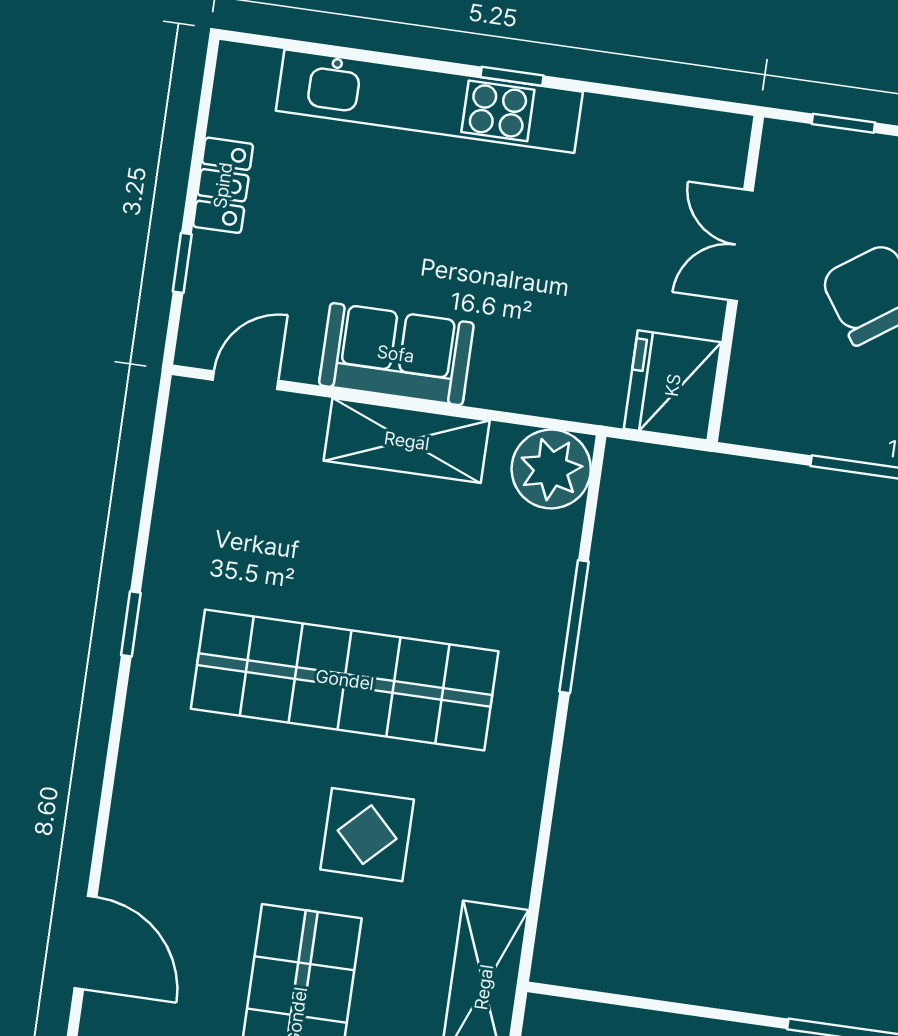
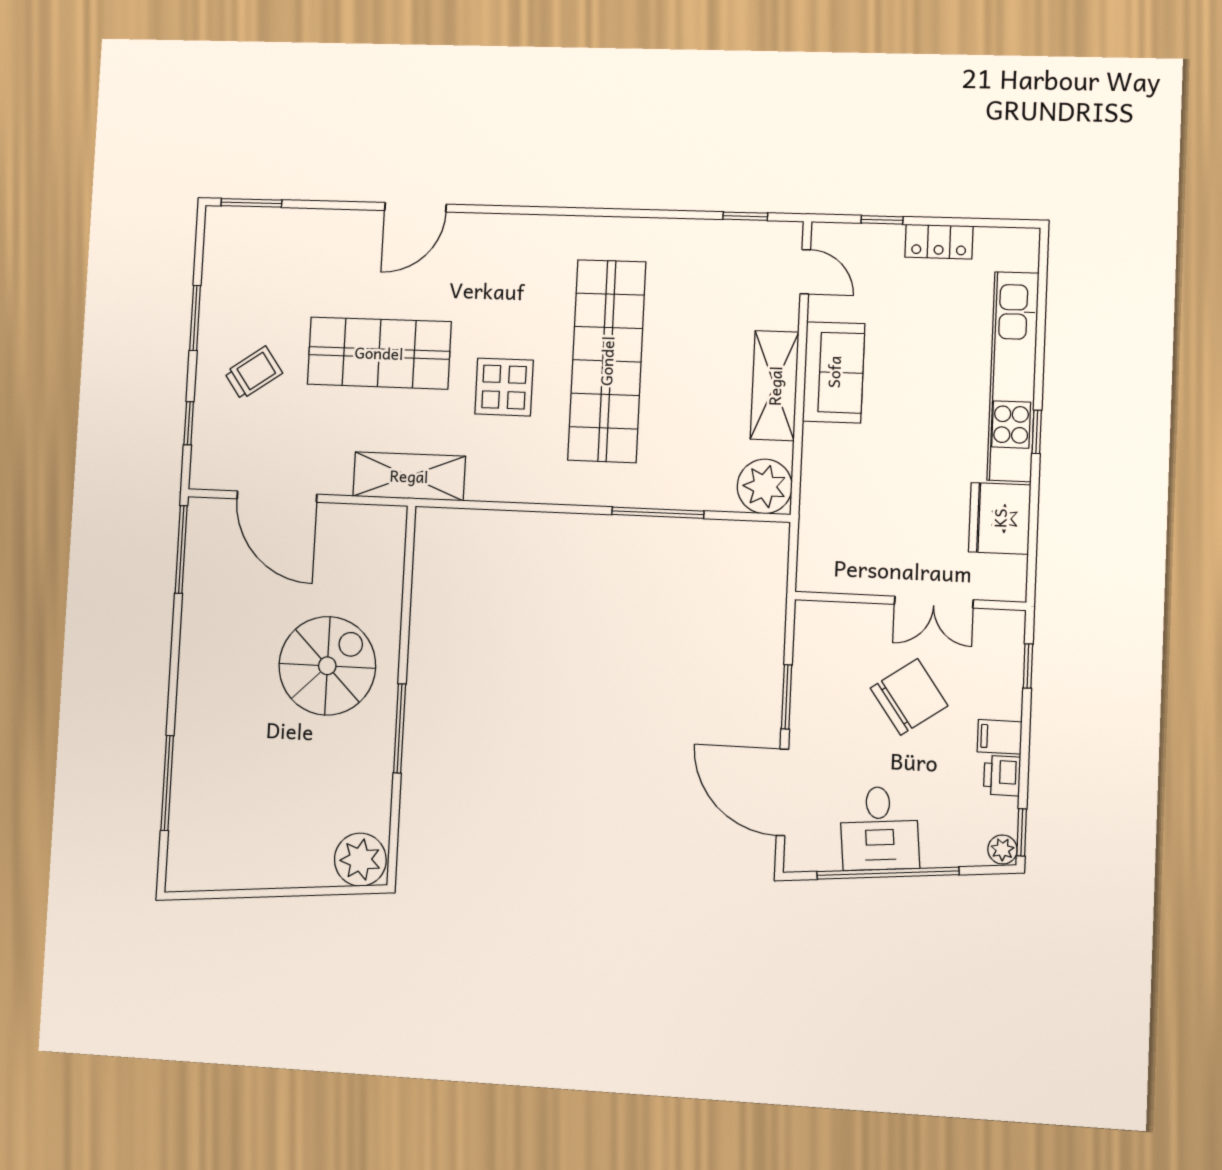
double door: (741, 245) -> (934, 602), swing flipped
fridge: (673, 385) -> (1000, 518), moved, turned -90
window: (131, 624) -> (745, 216), moved

